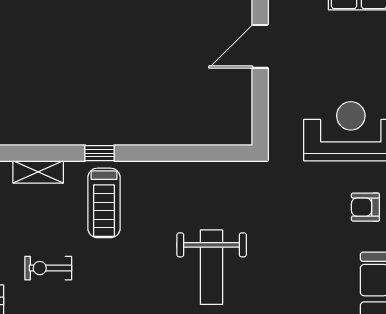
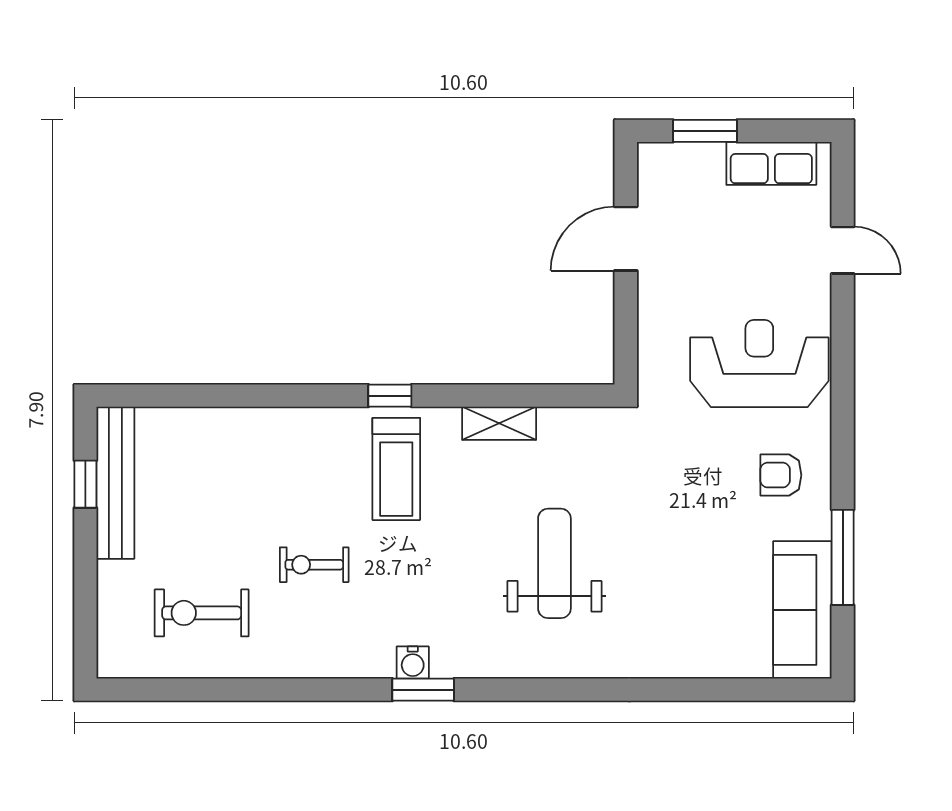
shelving: (38, 172) -> (499, 423), moved
weight bench: (212, 267) -> (554, 563), turned 180

